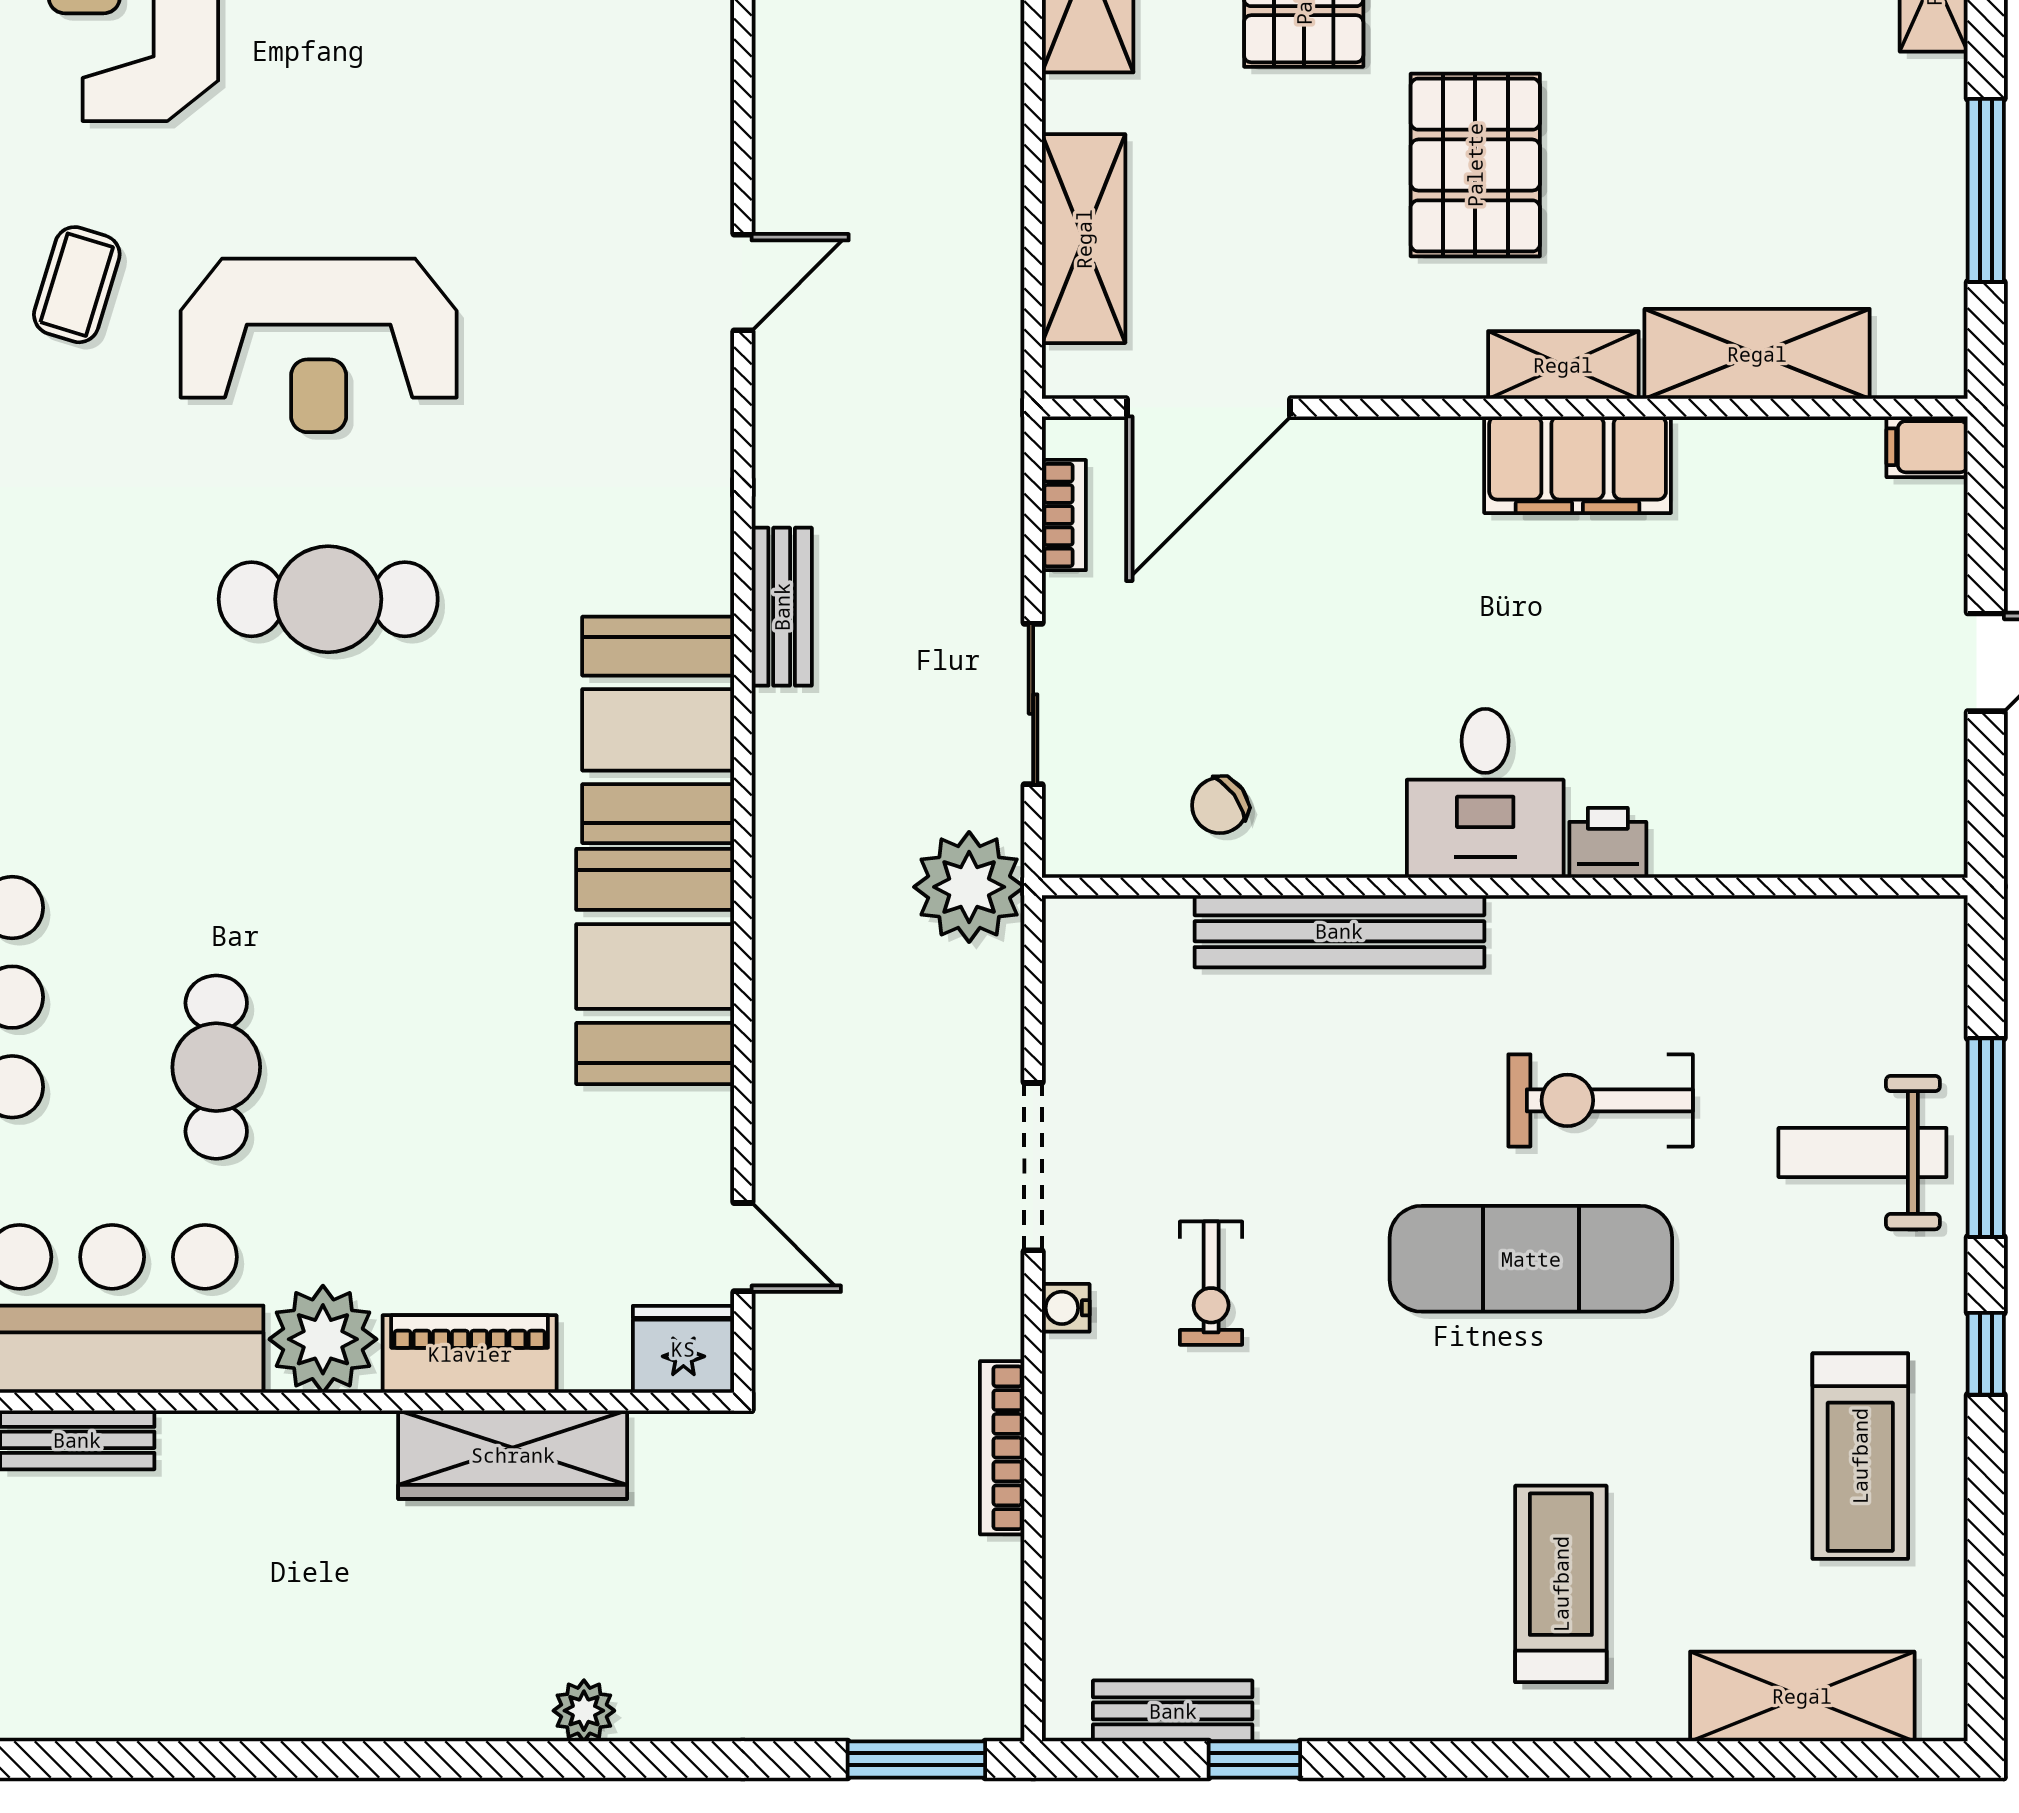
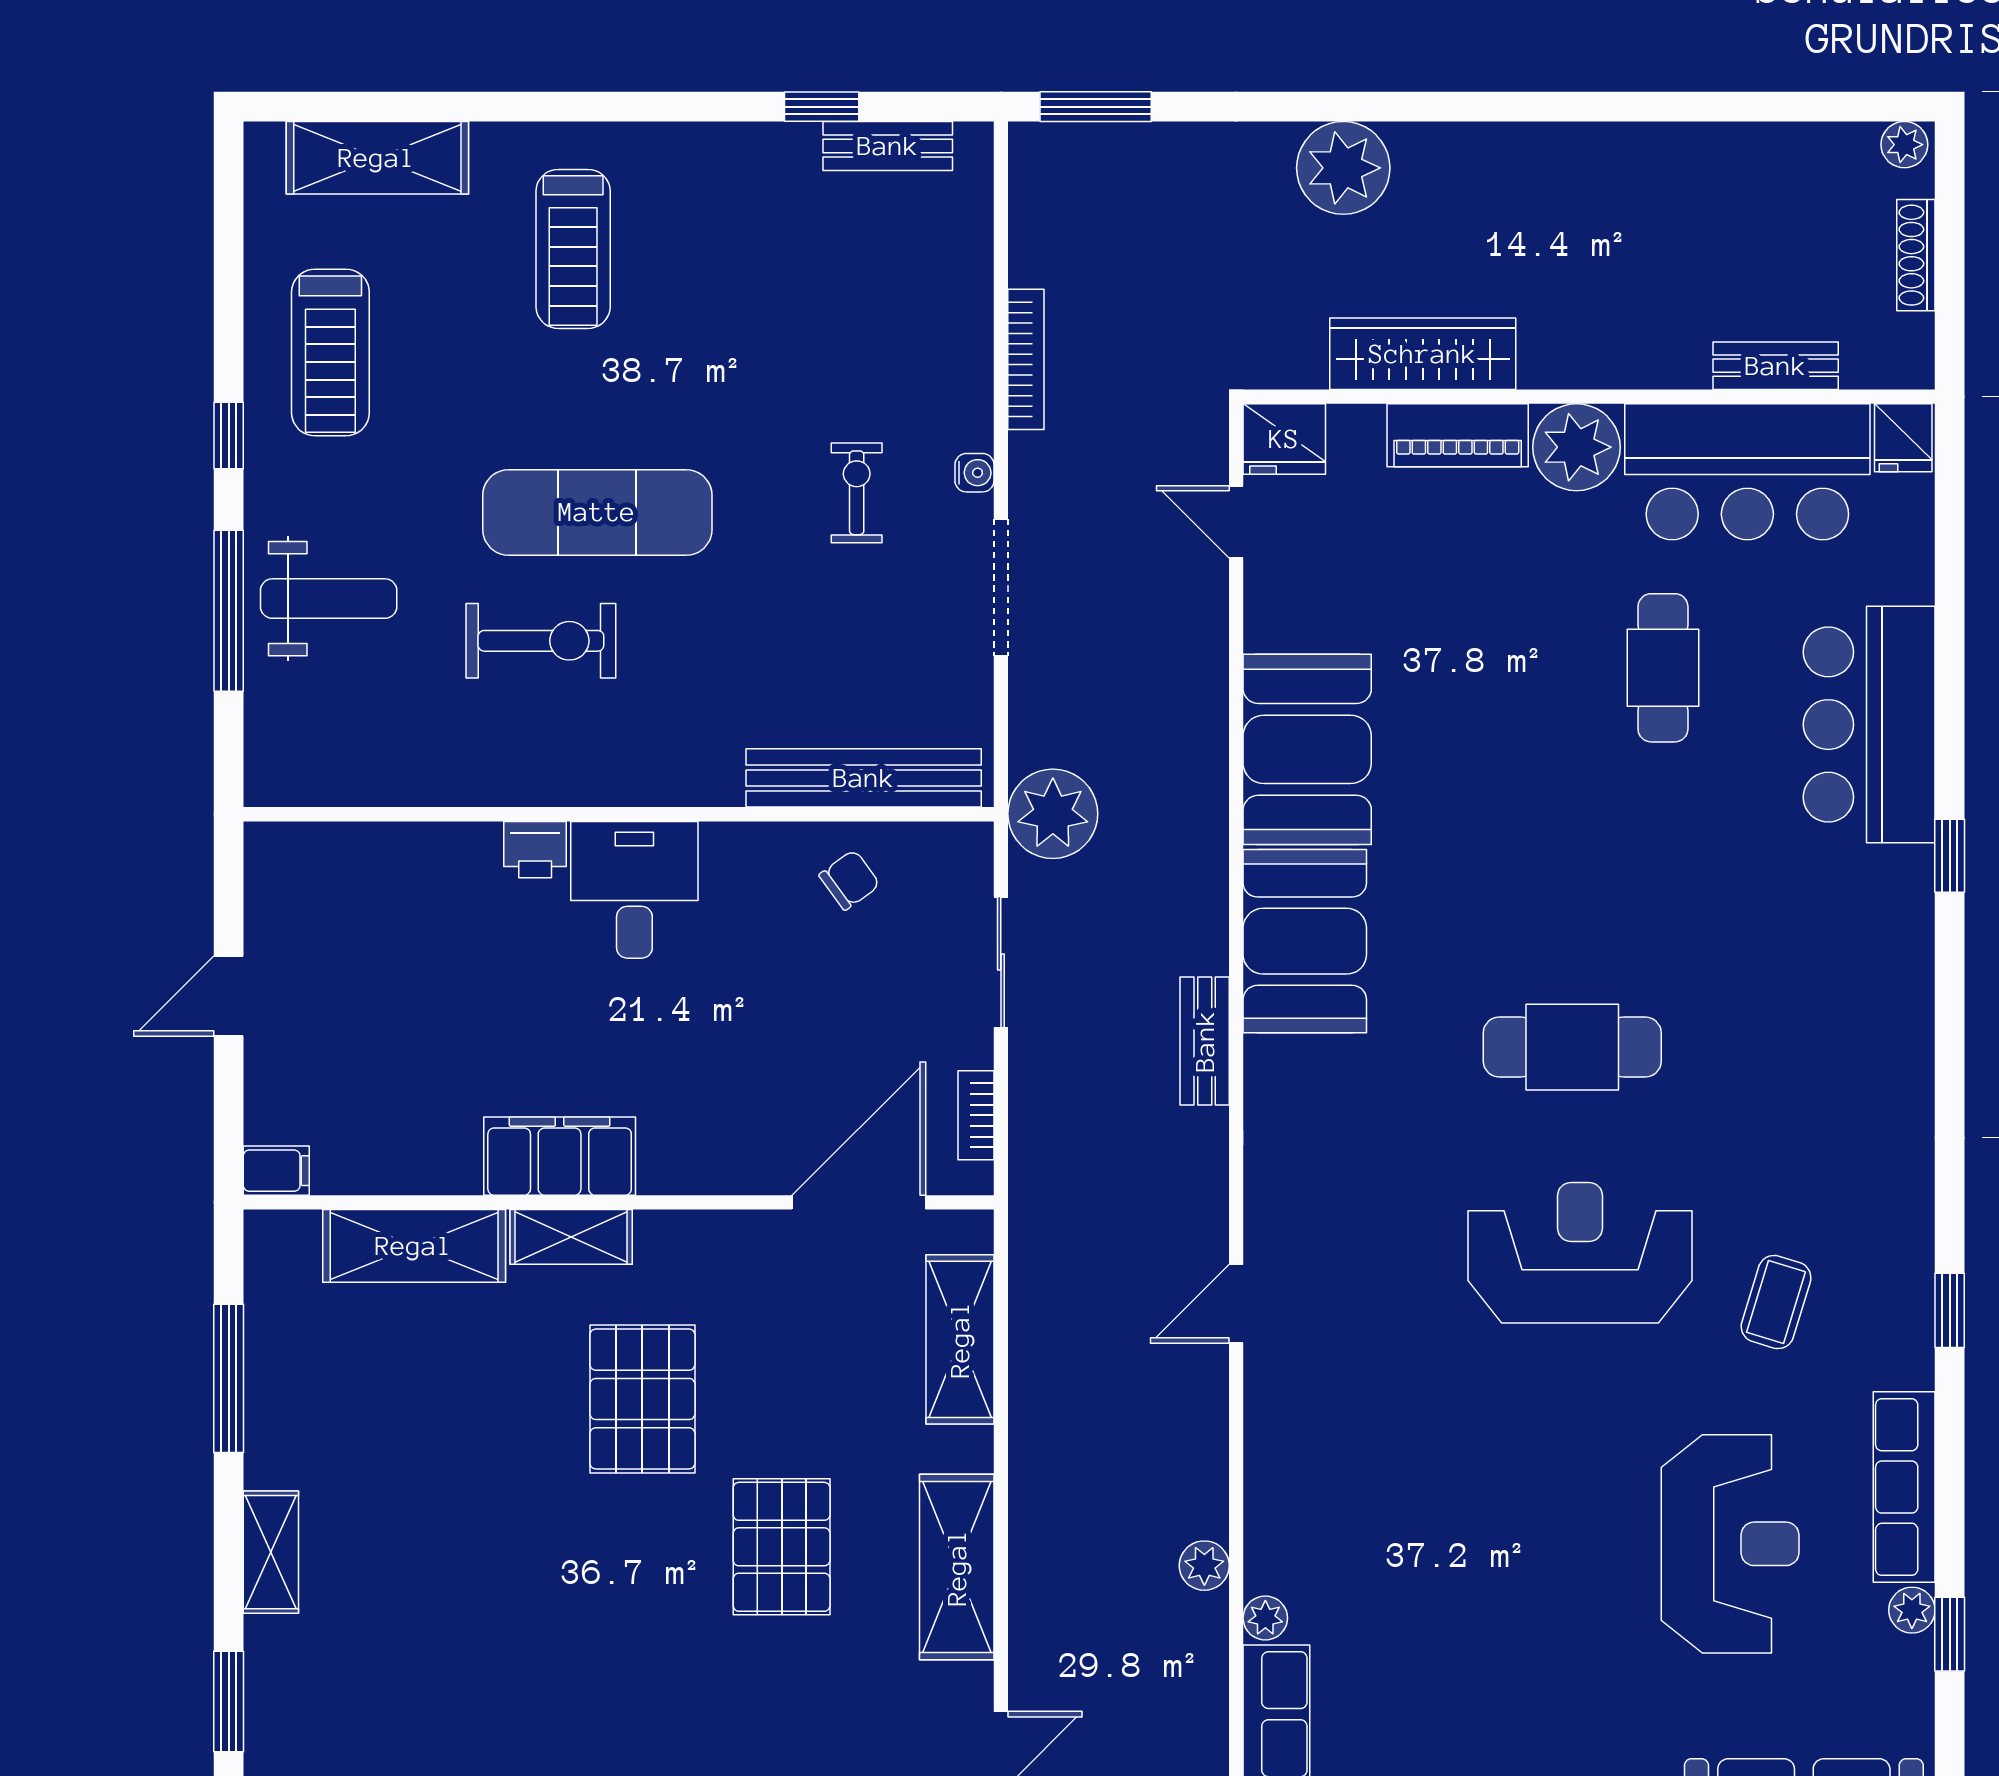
bench: (1339, 931) -> (864, 778), moved
treadmill: (1860, 1456) -> (330, 352), turned 180
plant: (584, 1711) -> (1343, 168), width x1.88, depth x1.88

